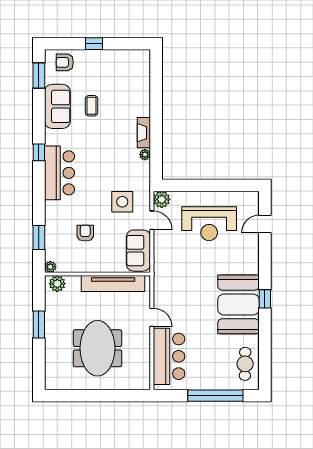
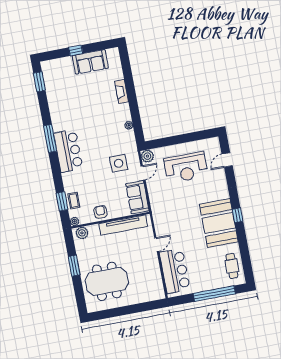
armchair: (65, 62) -> (57, 68), removed
sofa: (57, 106) -> (90, 62), moved, turned 90
coffee table: (92, 106) -> (74, 201), moved
fireplace: (144, 133) -> (122, 91), moved
window: (39, 152) -> (50, 139), width x2.17
door: (152, 220) -> (143, 173), hinge flipped
armchair: (85, 233) -> (101, 212), moved
door: (152, 317) -> (157, 245), hinge flipped
meeting table: (98, 348) -> (107, 281), moved, turned 90

